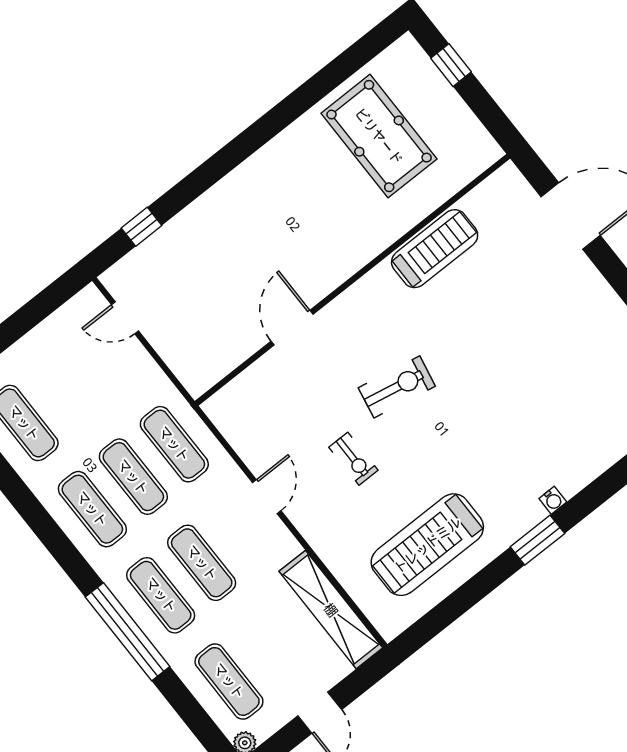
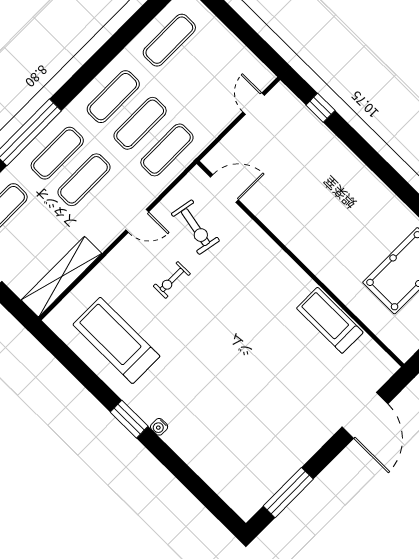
treadmill: (435, 249) -> (330, 320), turned 180
door: (292, 328) -> (224, 189), moved
exercise bike: (397, 387) -> (195, 227), moved

